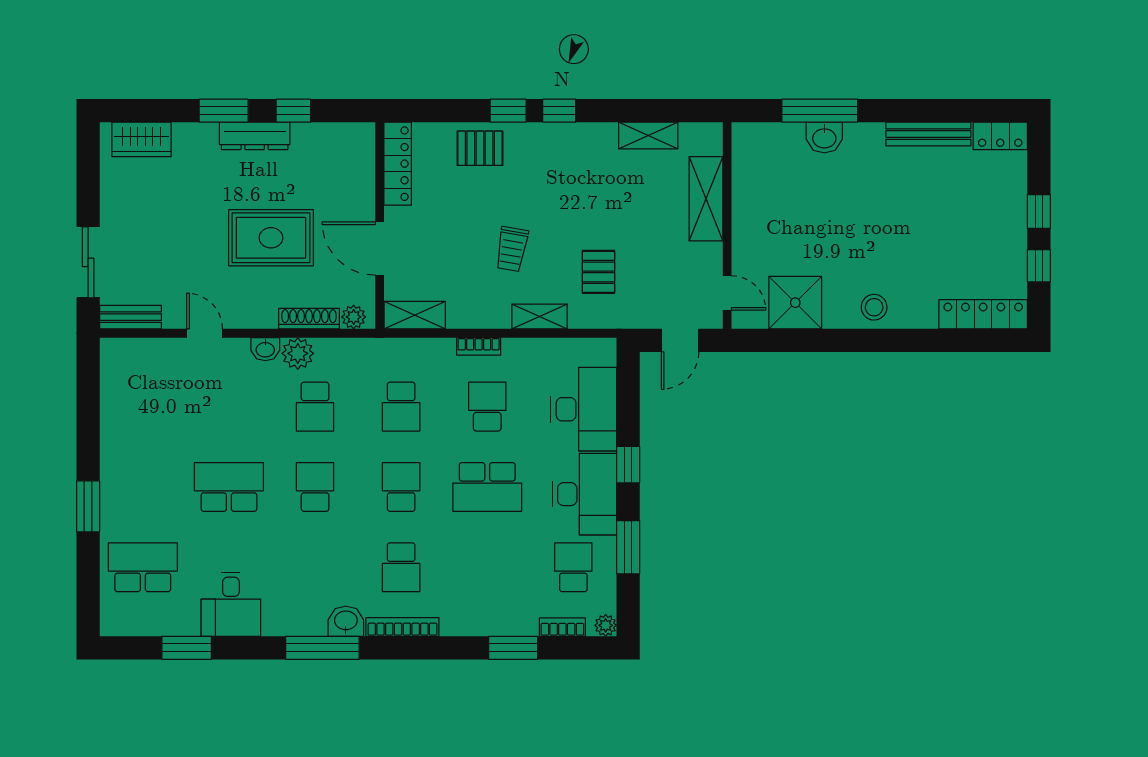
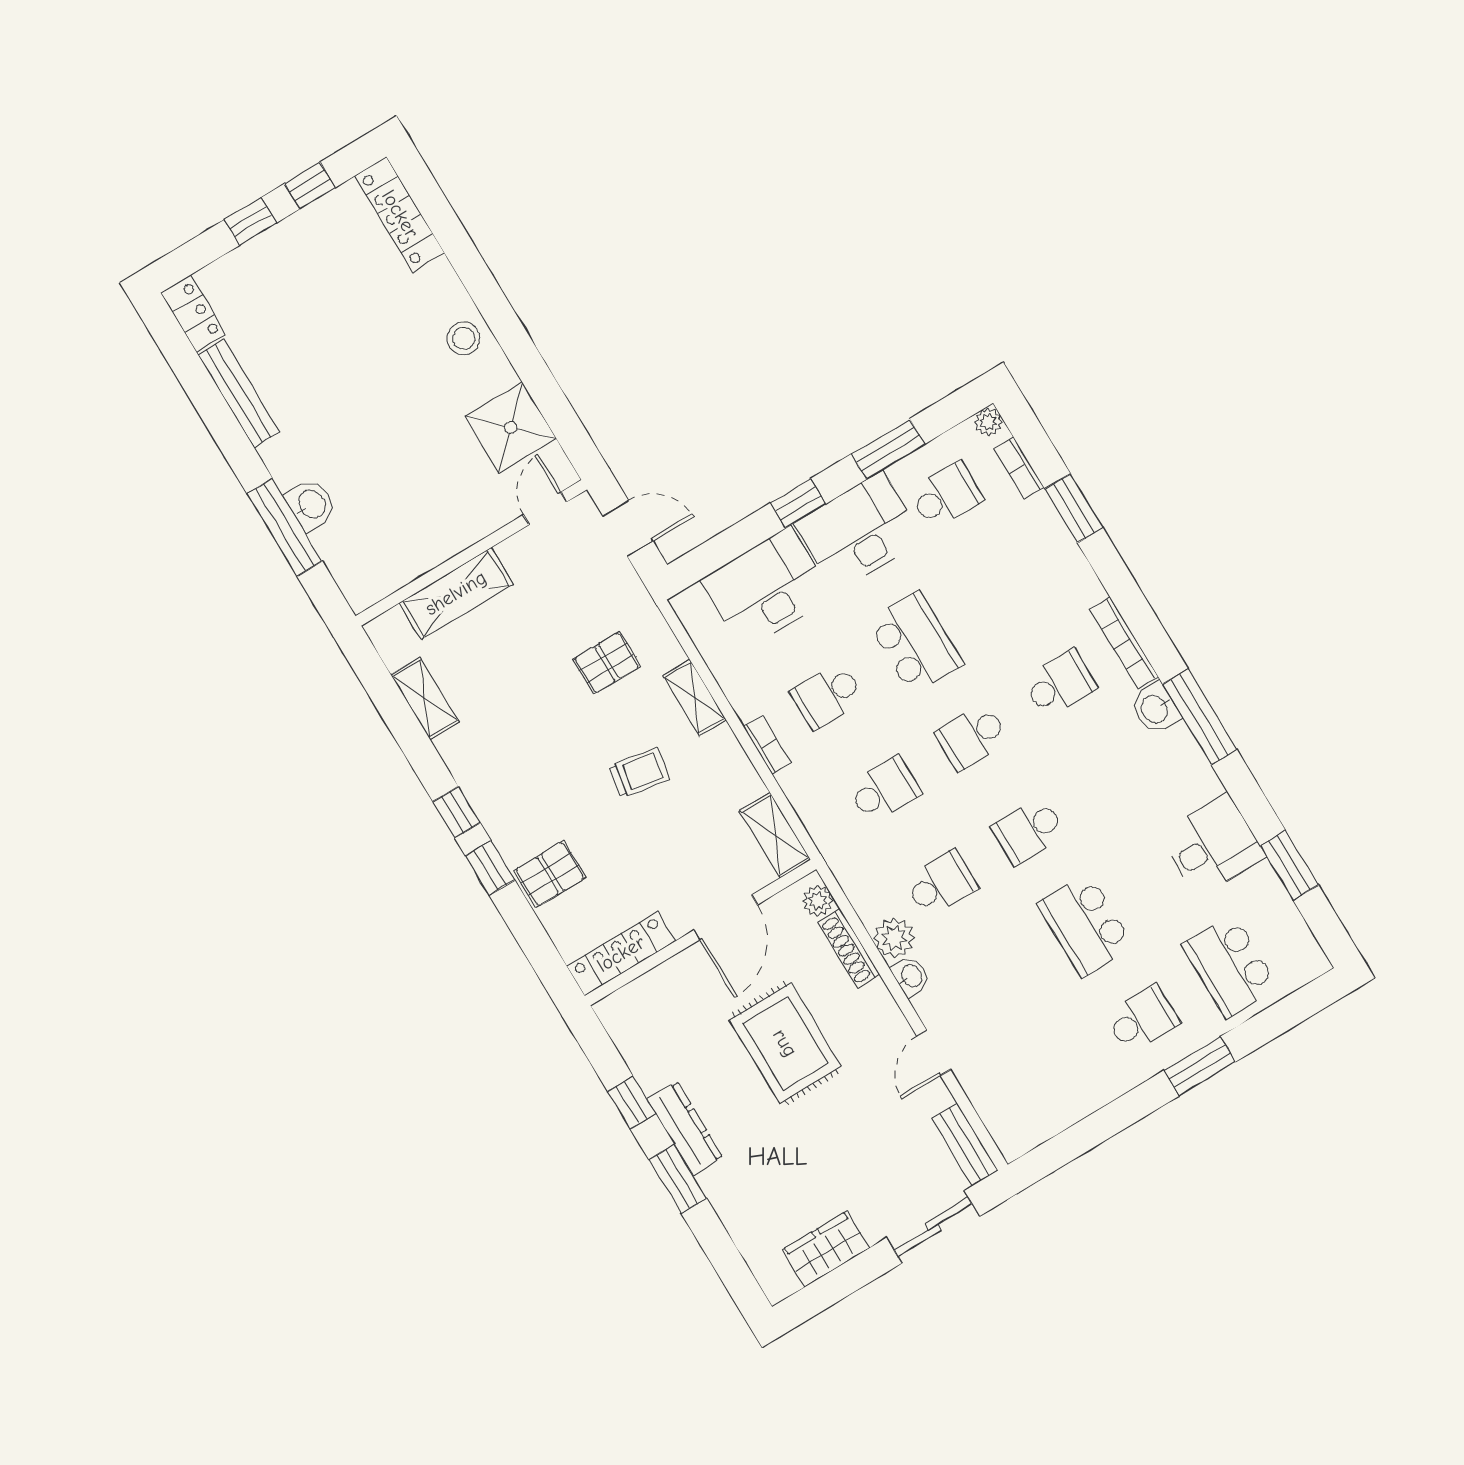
wardrobe: (142, 139) -> (826, 1249), moved, turned -90
pallet: (480, 148) -> (550, 874), turned 90
school desk: (143, 487) -> (1142, 1019), added
school desk: (573, 567) -> (946, 496), turned 180

